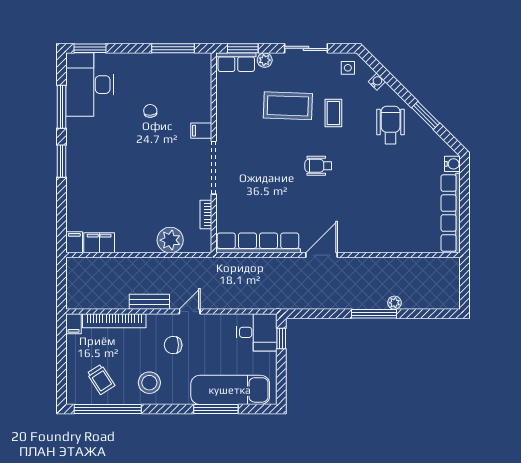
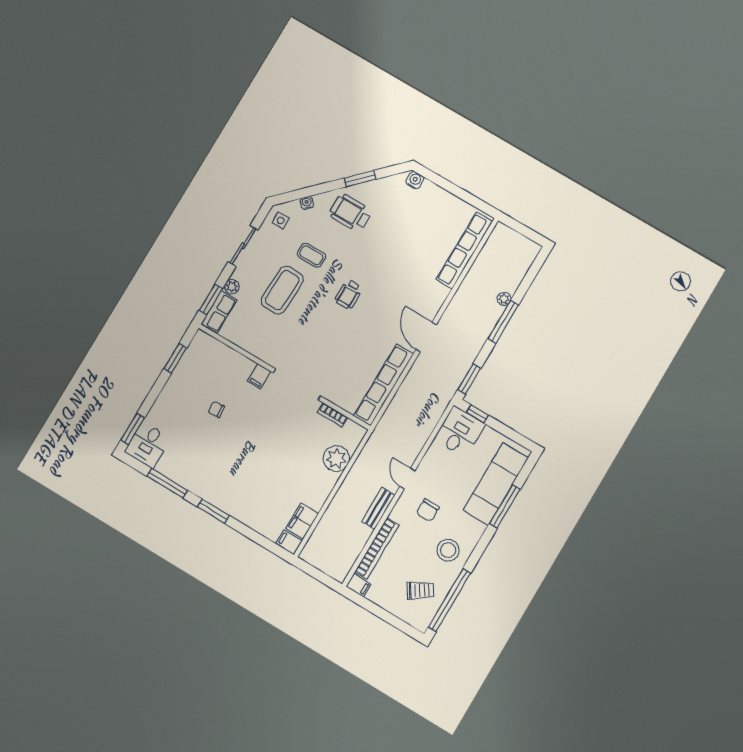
window: (173, 48) -> (175, 358), width x0.69
desk: (90, 85) -> (148, 445), width x0.53, depth x0.77
row of seats: (451, 213) -> (464, 251), moved, turned 90
window: (307, 314) -> (469, 379), added

